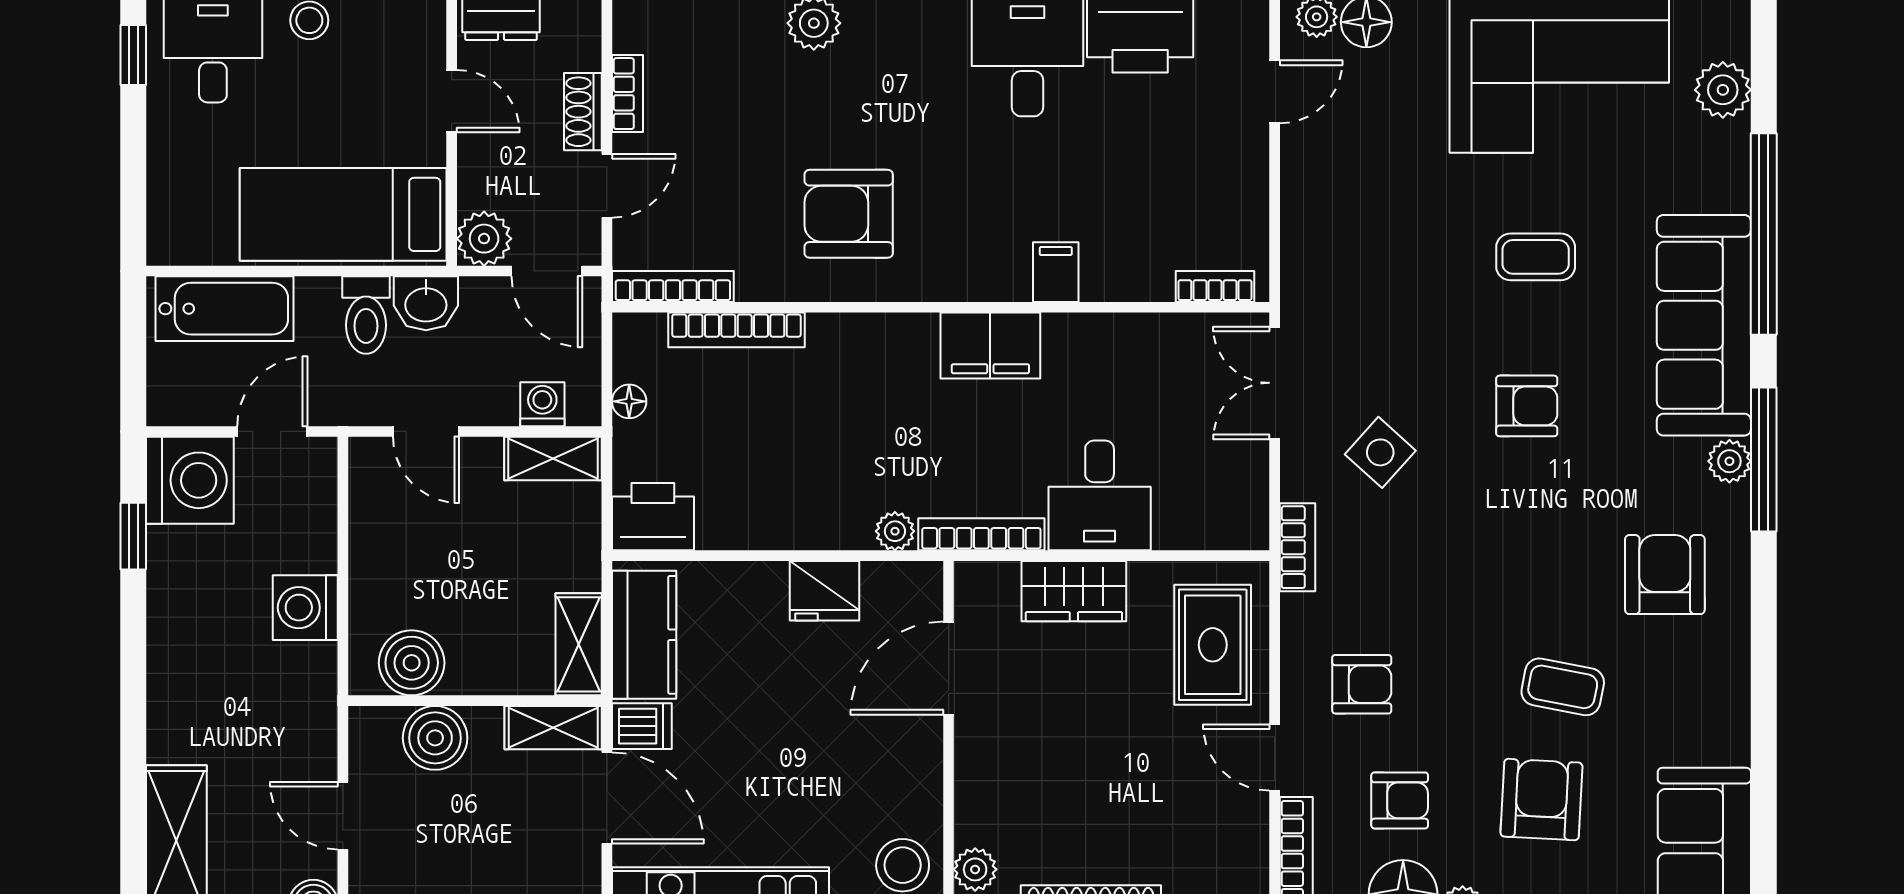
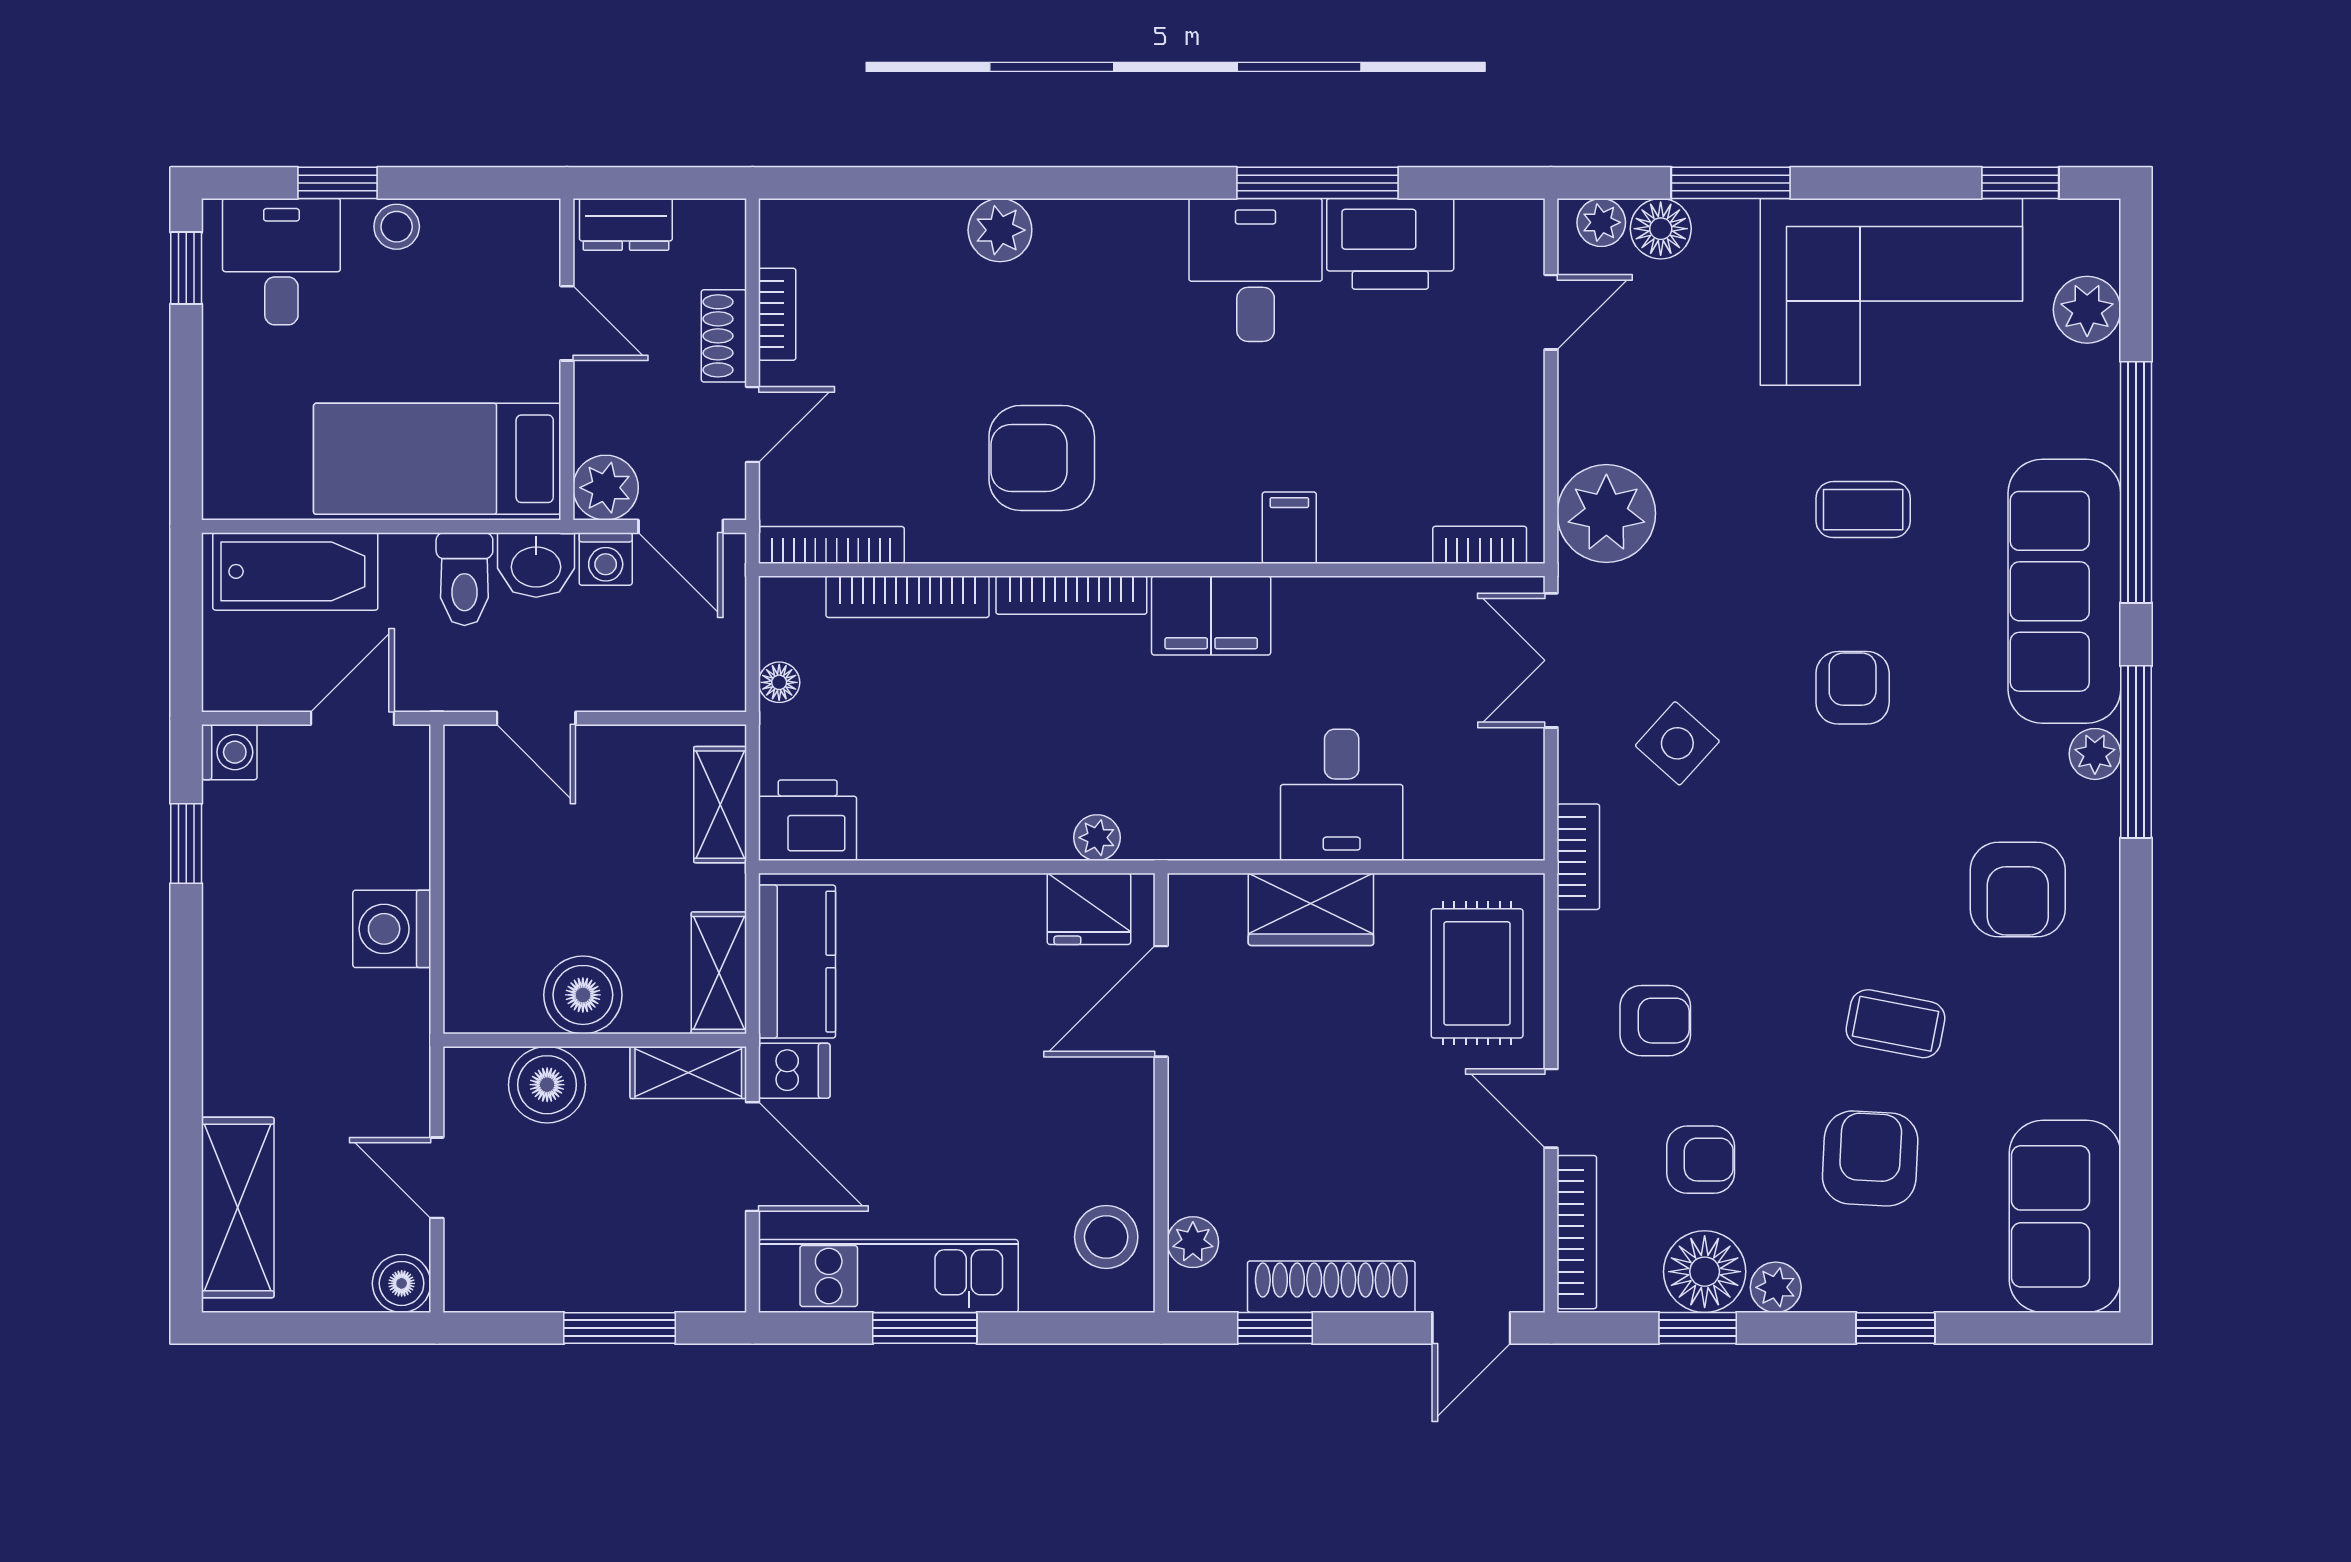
plant: (1321, 260) -> (1606, 513), added
washing machine: (542, 404) -> (606, 559), moved, turned 180
armchair: (1527, 406) -> (1853, 688), turned -90
shelving: (553, 459) -> (720, 805), moved, turned 90
washing machine: (190, 480) -> (229, 752), width x0.53, depth x0.53
bookcase: (981, 534) -> (1071, 595), moved, turned 180
armchair: (1665, 575) -> (2018, 889), turned 180
fridge: (824, 591) -> (1089, 909), moved
boiler: (412, 663) -> (583, 995), moved

